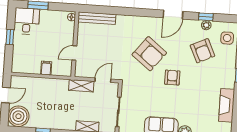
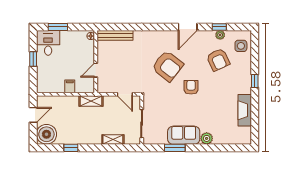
door: (103, 80) -> (125, 94), swing flipped
shelving: (81, 86) -> (91, 101), moved

